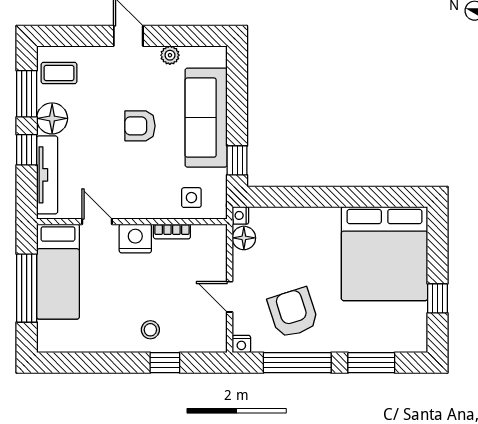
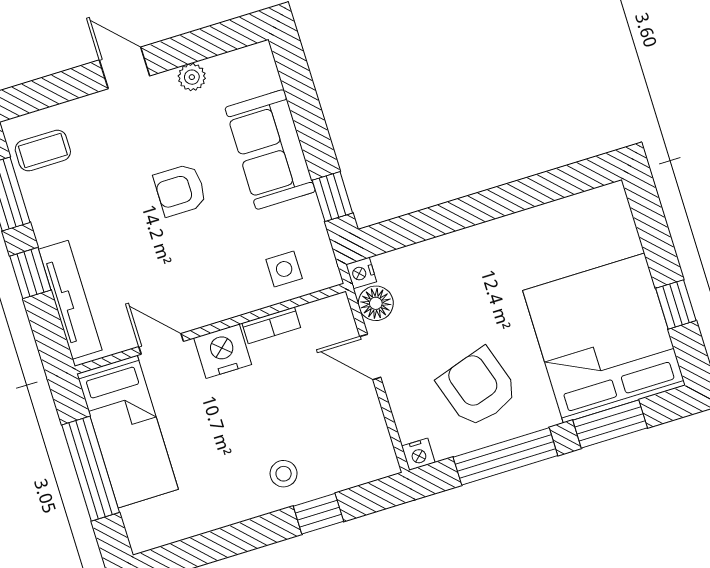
floor lamp: (52, 118) -> (53, 218), removed
sofa: (206, 118) -> (270, 150), width x0.73
bed: (385, 254) -> (604, 338), moved, turned 180
door: (230, 297) -> (370, 357), moved

